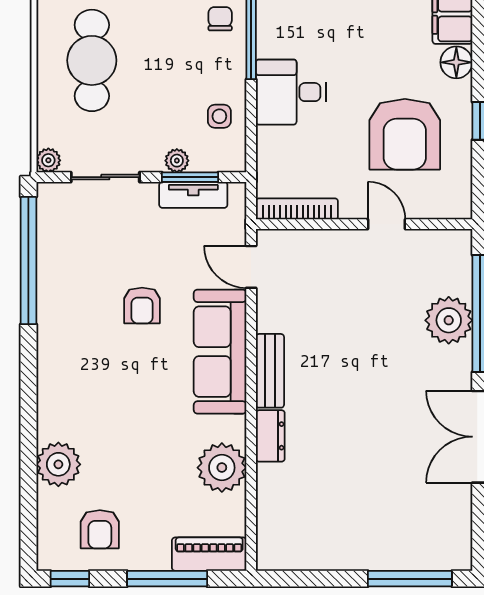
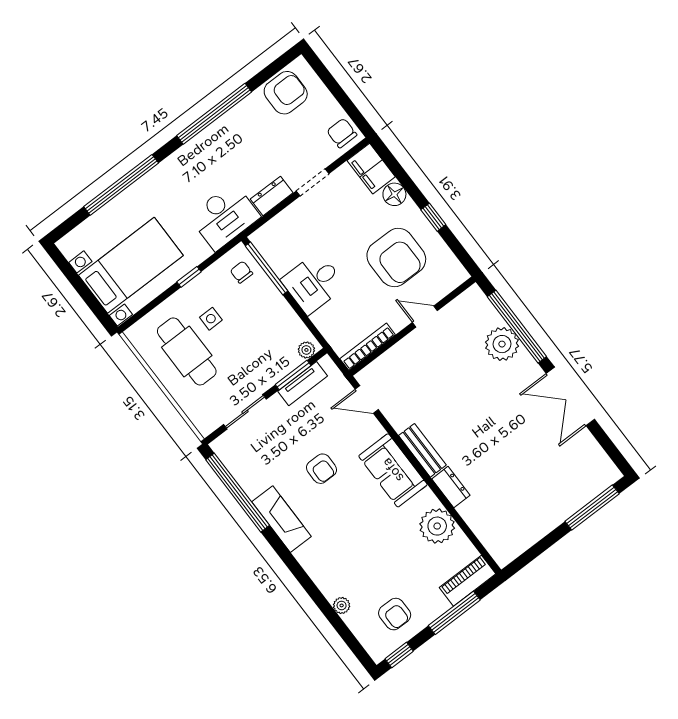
side table: (219, 116) -> (211, 319), moved
plant: (48, 160) -> (205, 427), removed
plant: (177, 161) -> (306, 350), moved
fireplace: (55, 327) -> (281, 519), added
sofa: (220, 352) -> (393, 470), width x0.73
plant: (58, 464) -> (342, 605), width x0.53, depth x0.53

